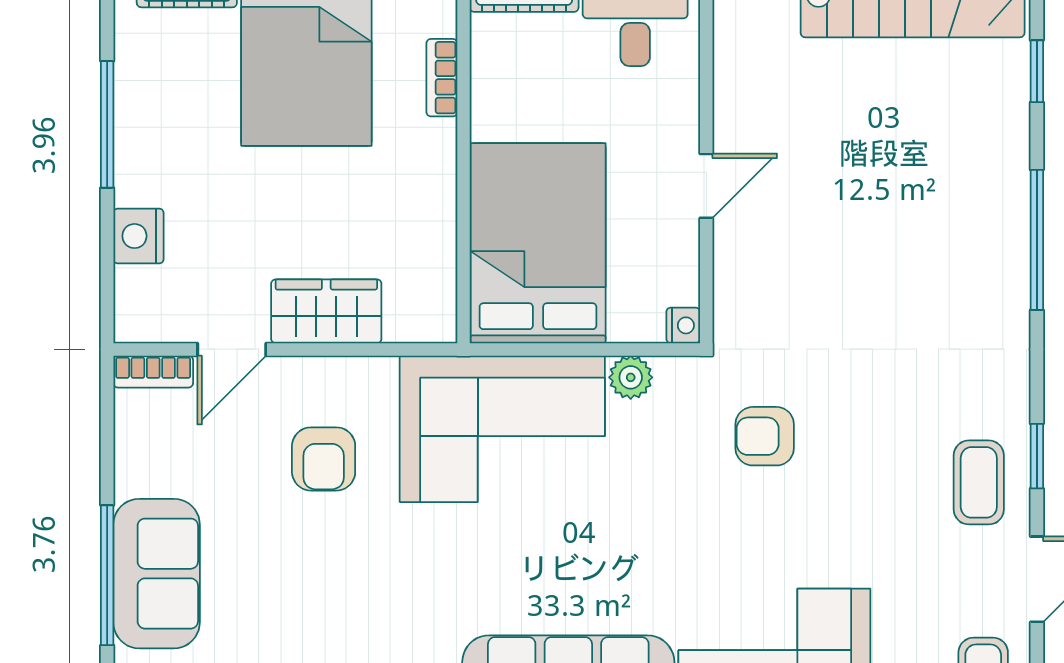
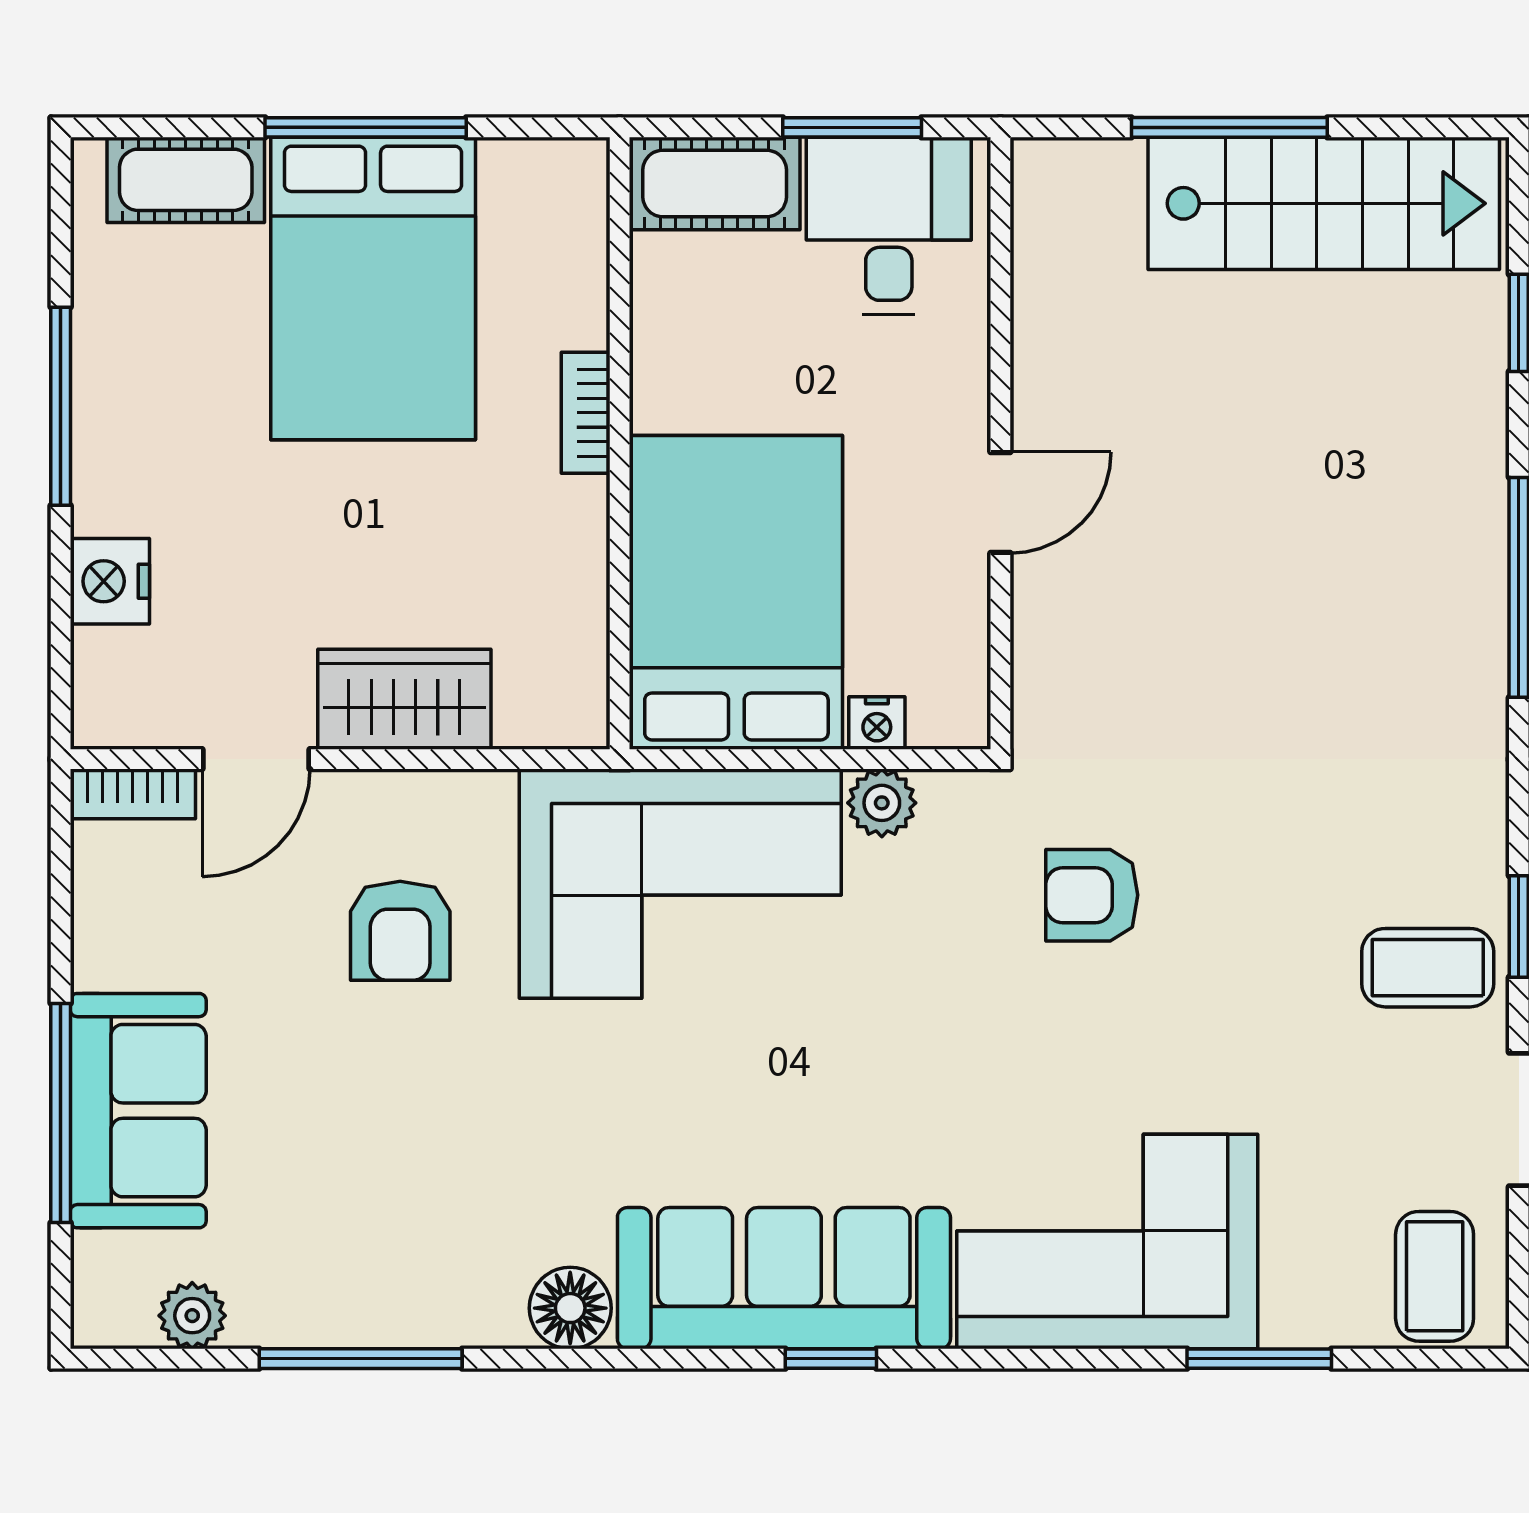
bookcase: (442, 78) -> (586, 413), moved
nightstand: (683, 325) -> (877, 723), moved, turned 90
coffee table: (979, 482) -> (1428, 968), turned 90

